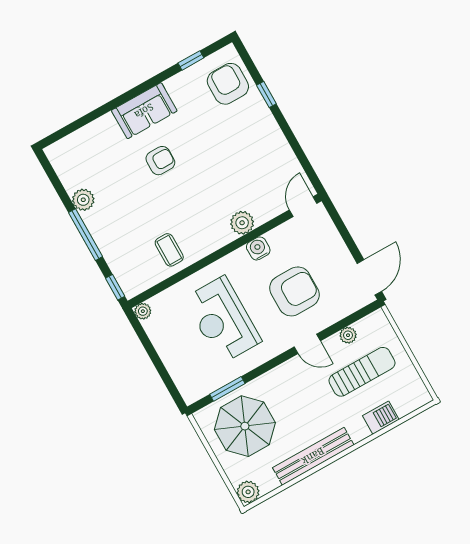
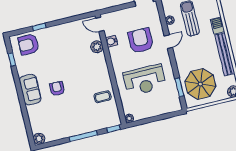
plant: (83, 200) -> (39, 139), moved
plant: (242, 223) -> (97, 47), moved
water cooler: (258, 248) -> (112, 41), moved
barbecue: (381, 418) -> (218, 26), moved

